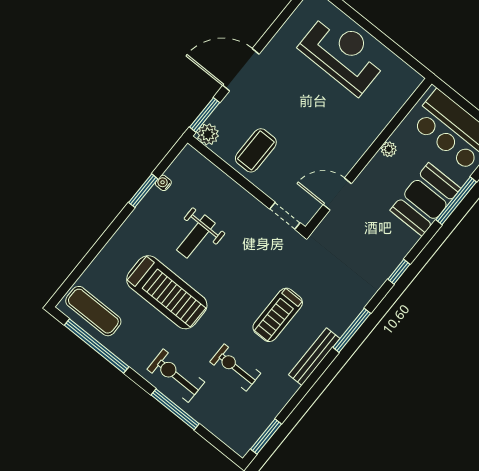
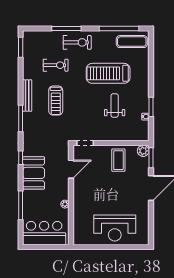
booth: (425, 199) -> (34, 173), moved
treadmill: (278, 315) -> (56, 100), turned 180

